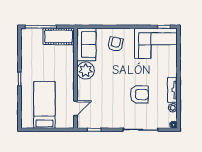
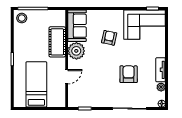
cot: (59, 36) -> (57, 42), moved, turned 90
stool: (29, 37) -> (22, 18), added
armchair: (116, 44) -> (109, 38), moved
armchair: (139, 94) -> (129, 74), turned -90
door: (76, 108) -> (67, 77), moved

